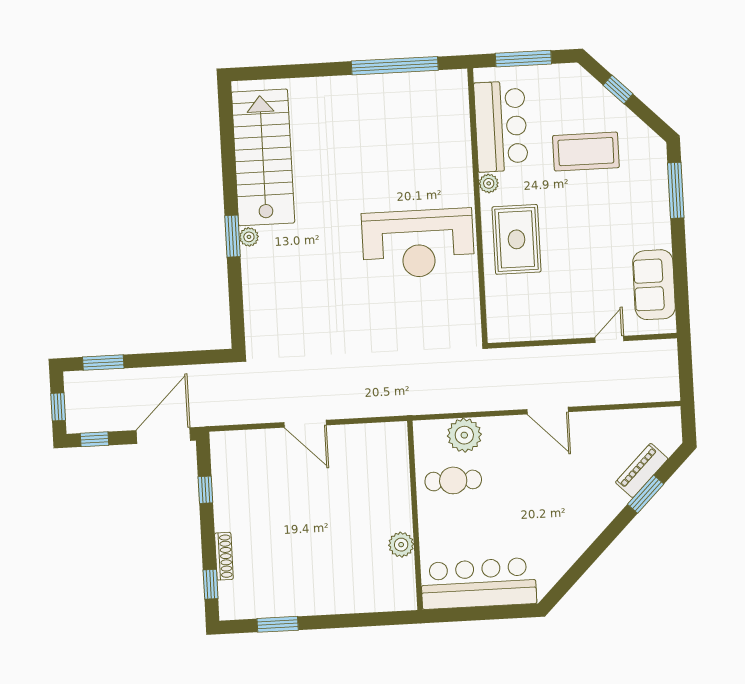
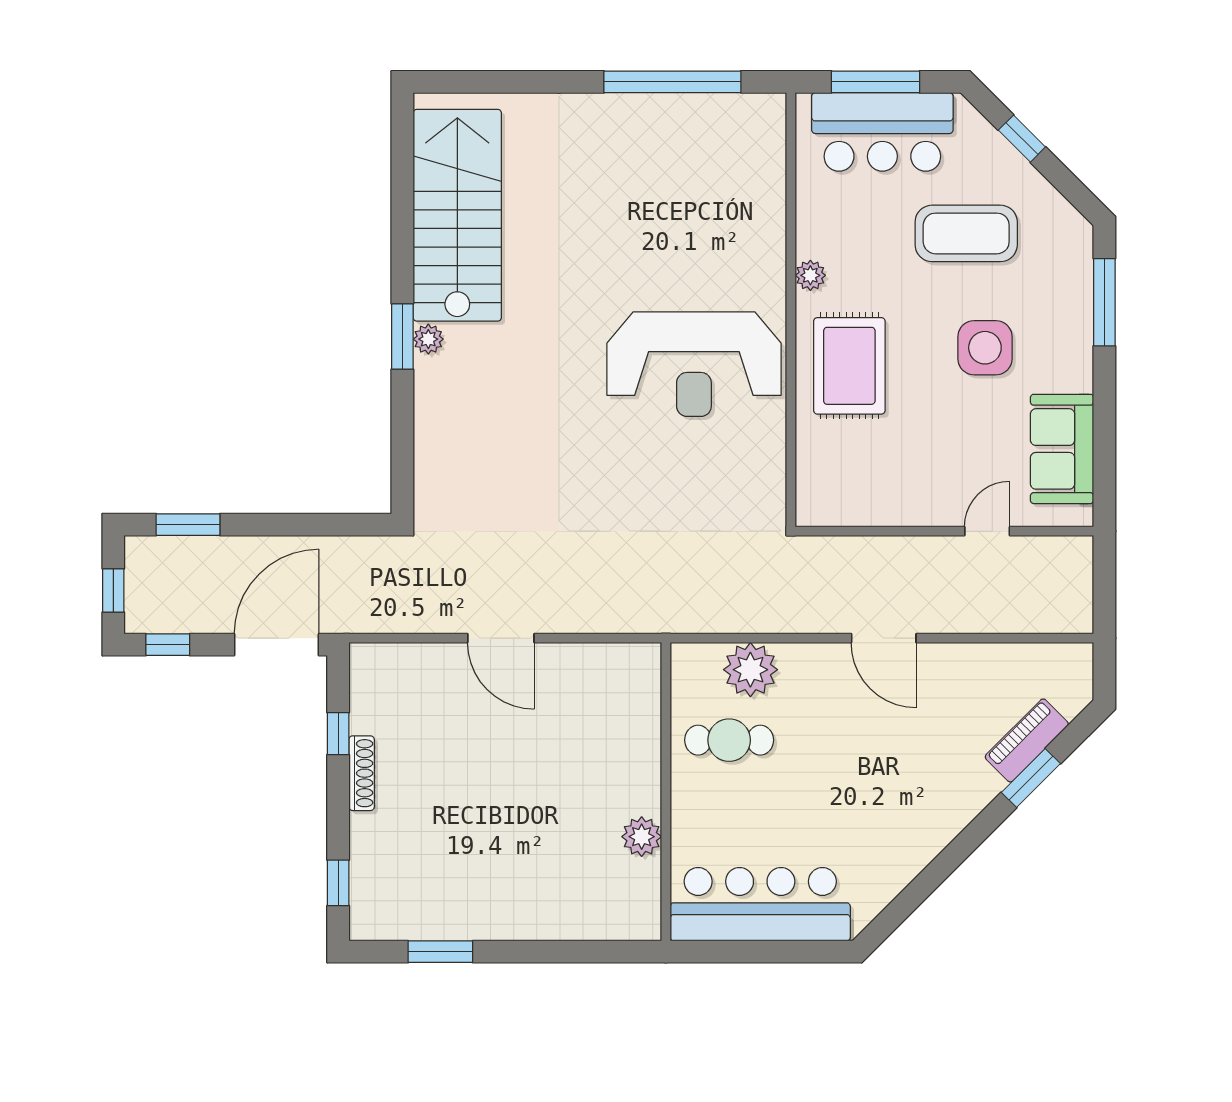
bar counter: (501, 126) -> (882, 132), moved, turned 90
side table: (602, 223) -> (985, 348), added
shoe rack: (224, 556) -> (362, 773), moved

